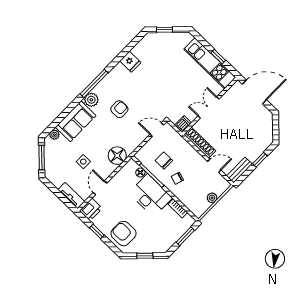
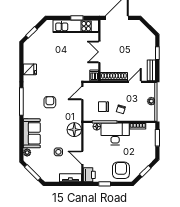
plant: (91, 100) -> (29, 112), removed
armchair: (124, 234) -> (121, 170), turned 90

